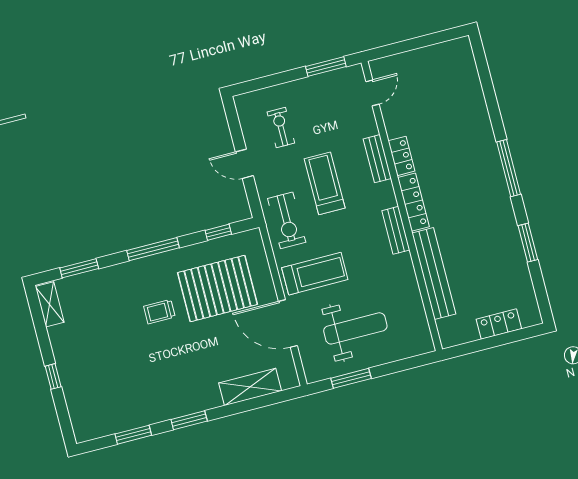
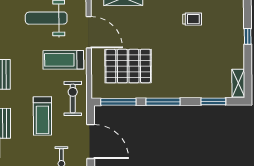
door: (244, 164) -> (91, 142), width x1.88
window: (218, 232) -> (118, 102), width x2.17
trolley: (159, 312) -> (192, 19), moved

